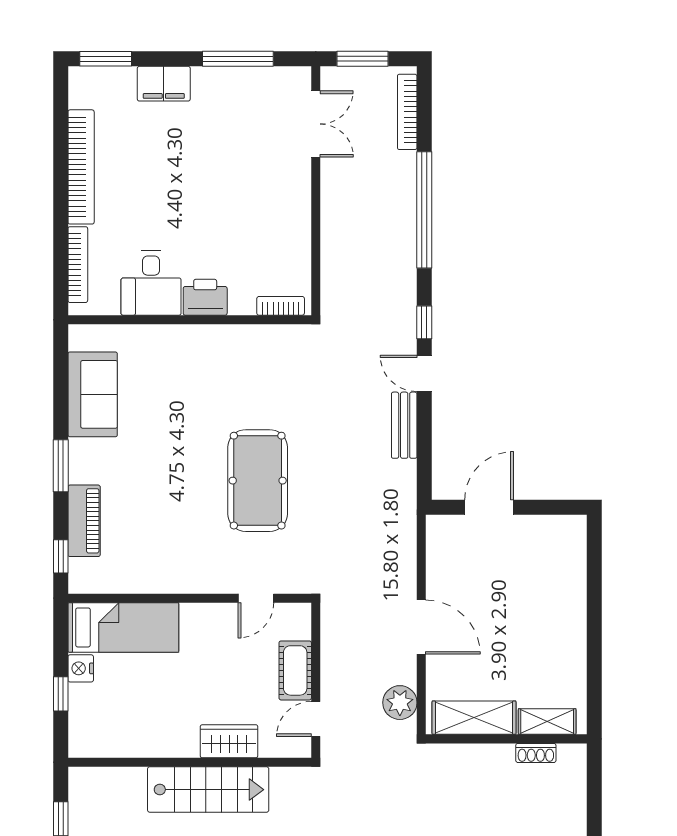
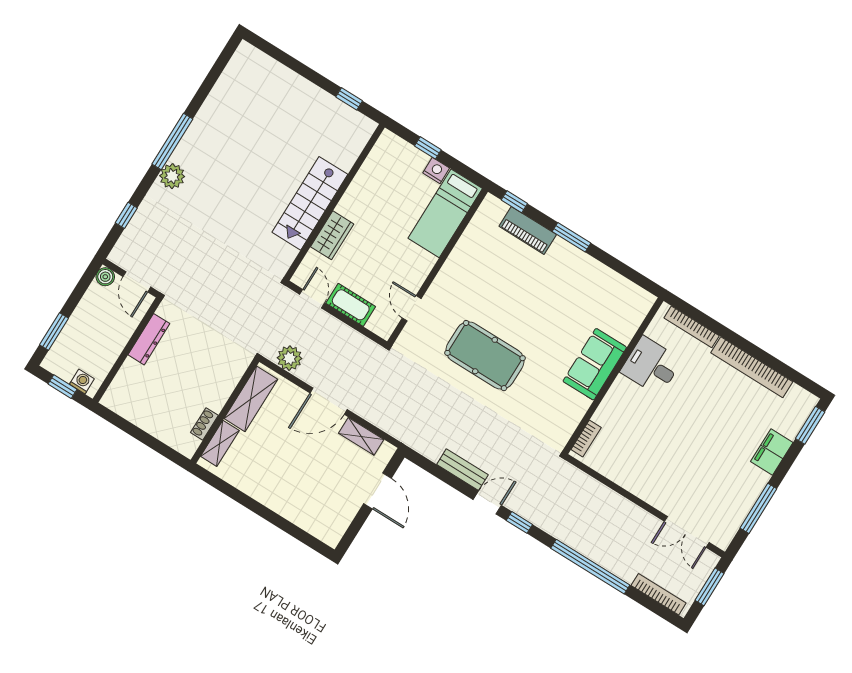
printer: (205, 297) -> (621, 394), removed
sofa: (93, 394) -> (595, 364), moved, turned 90
shelving: (438, 565) -> (361, 436), added

